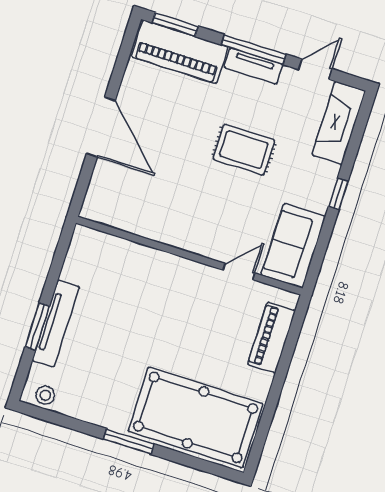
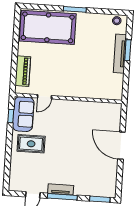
piano: (180, 52) -> (95, 188), removed
fireplace: (339, 123) -> (17, 174), removed
rug: (244, 150) -> (31, 144), moved
window: (338, 194) -> (11, 116), moved

